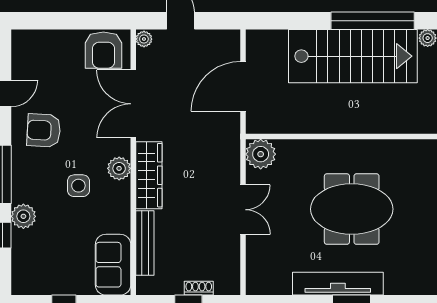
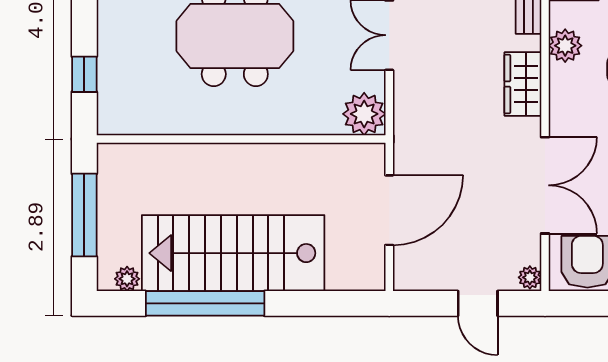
plant: (119, 168) -> (565, 46), moved
wardrobe: (149, 175) -> (523, 84), width x0.67

